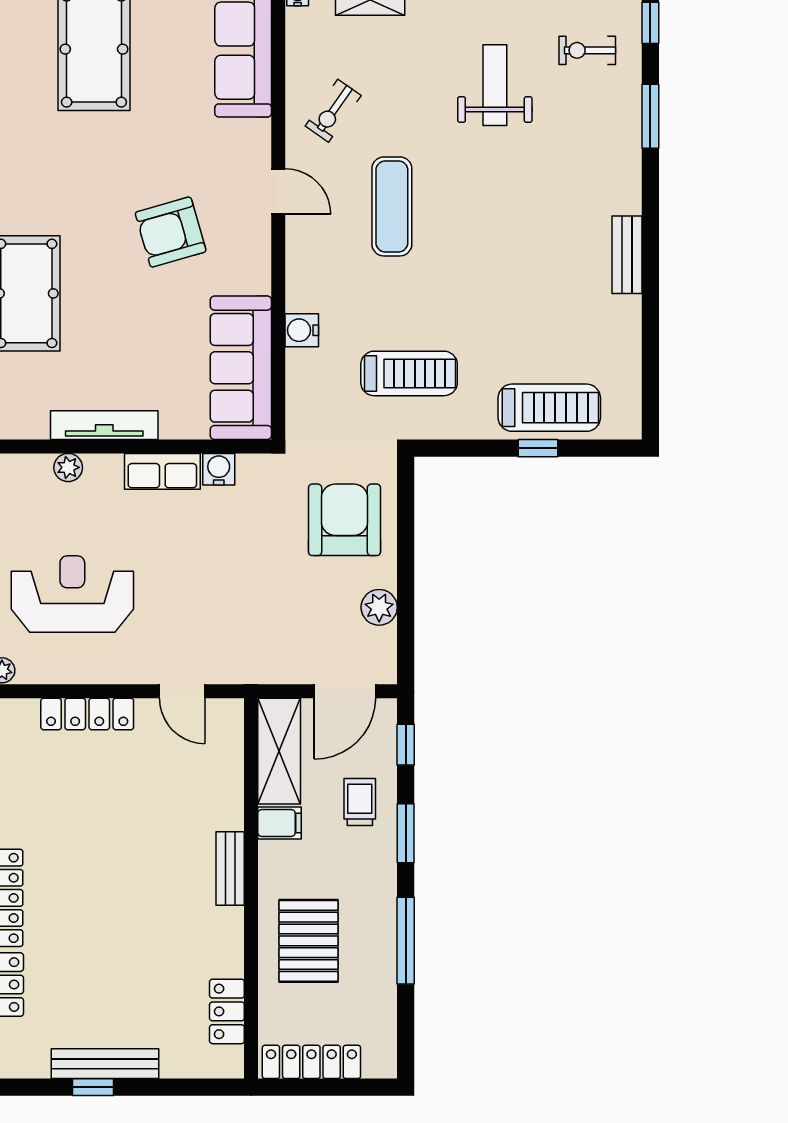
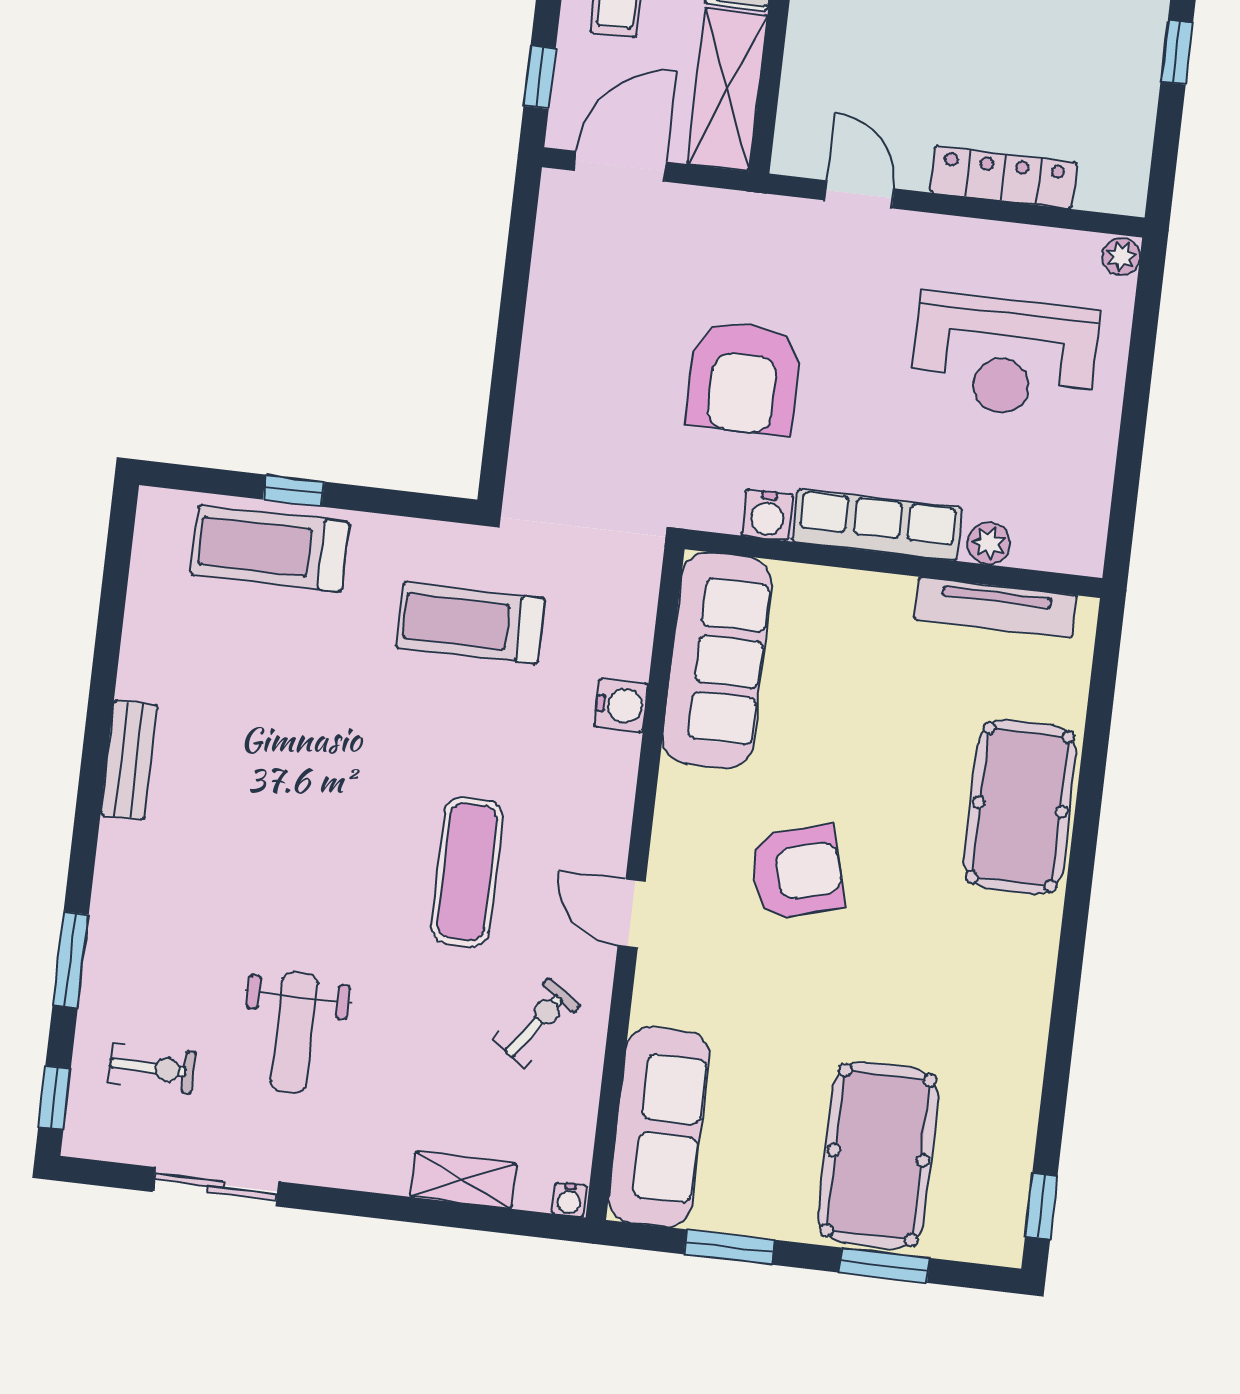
tv unit: (104, 425) -> (996, 608), moved
row of seats: (162, 471) -> (877, 525), width x1.48
armchair: (344, 520) -> (744, 378), moved
plant: (379, 607) -> (555, 284), removed

